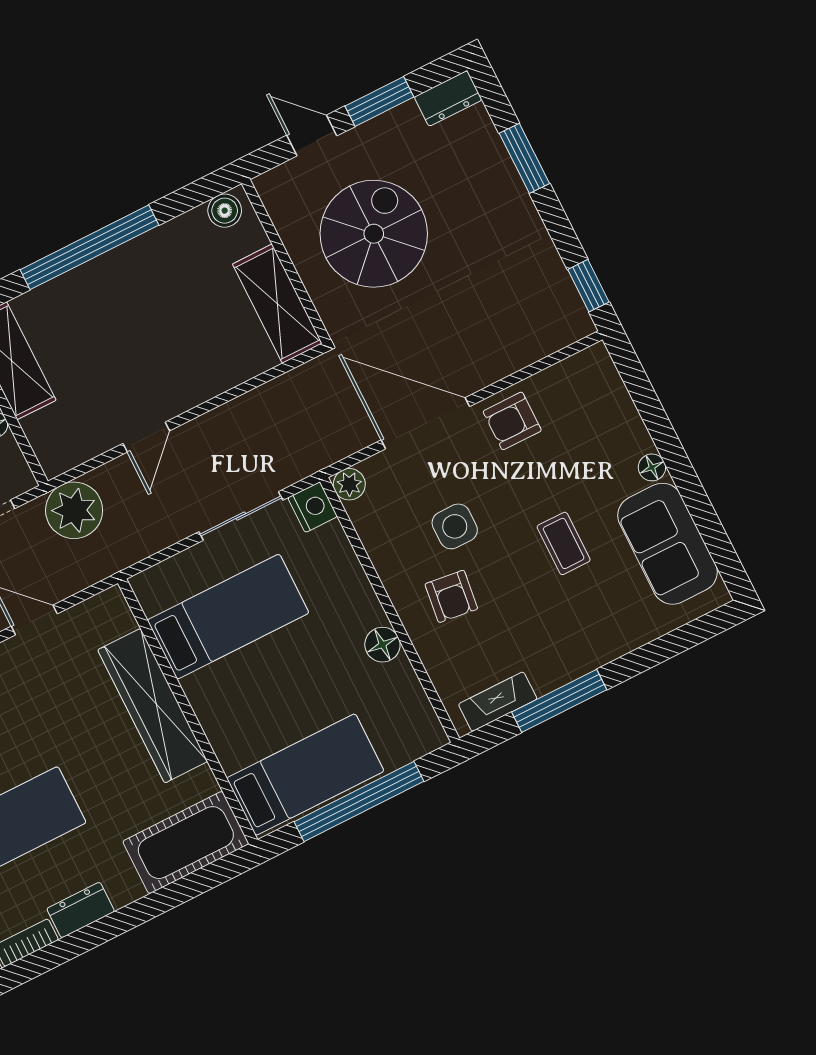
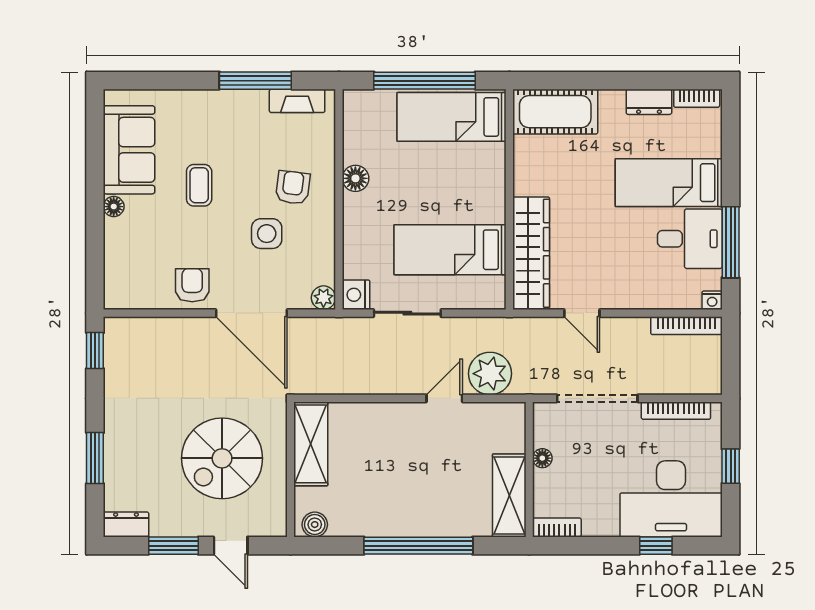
armchair: (512, 421) -> (192, 285), turned -90
plant: (74, 510) -> (490, 374), moved
wardrobe: (153, 706) -> (531, 253), moved

